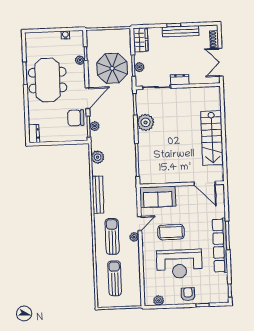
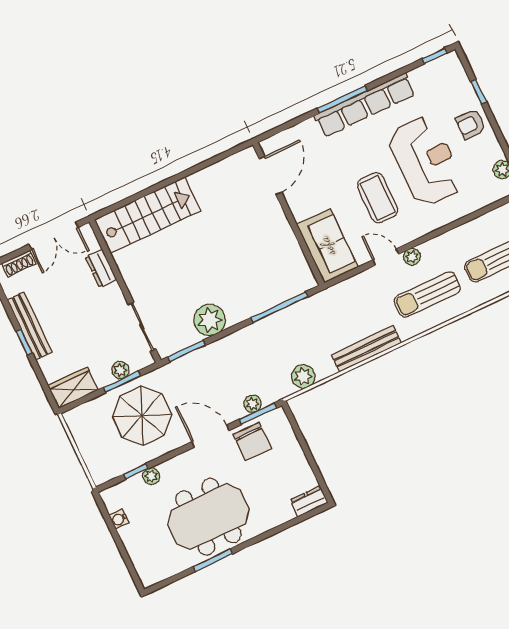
dresser: (180, 80) -> (101, 268), moved
stairs: (212, 138) -> (148, 215), moved

